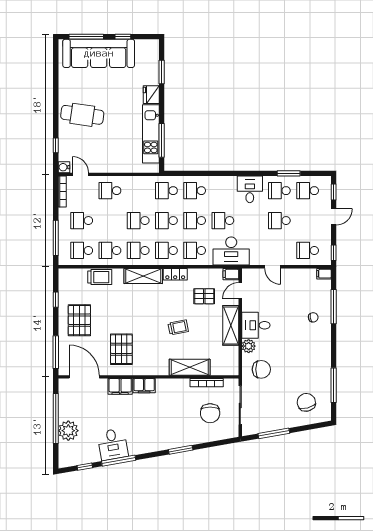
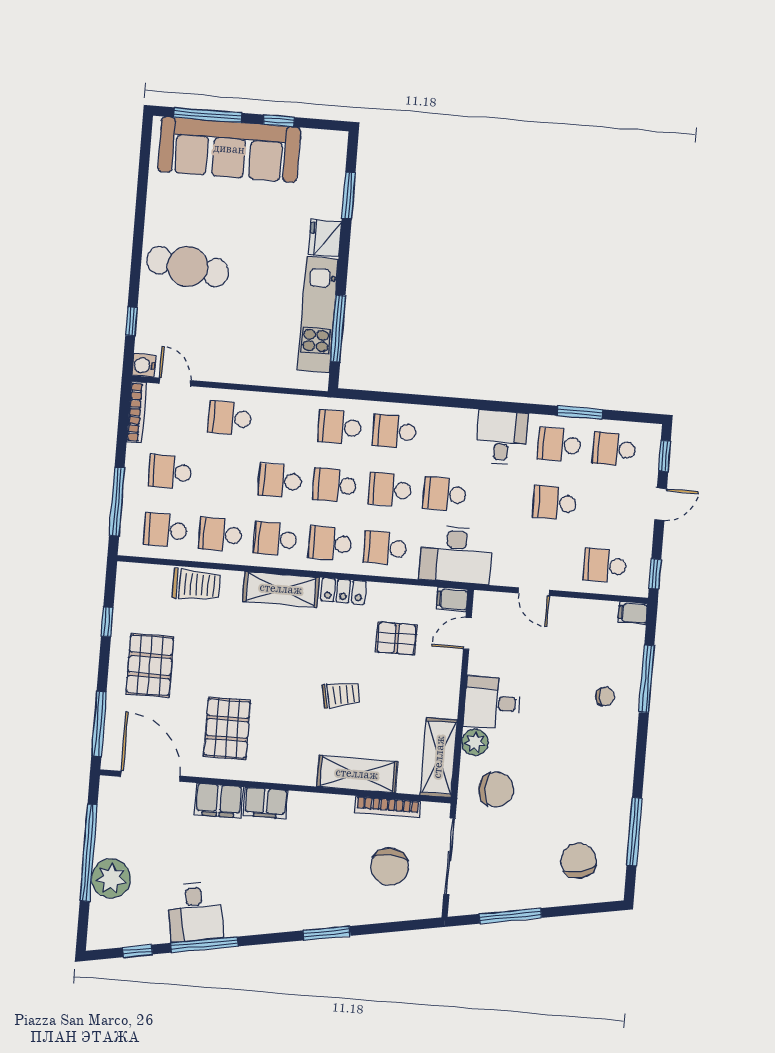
shelving: (231, 325) -> (439, 757), moved

